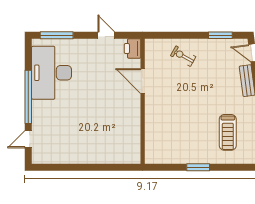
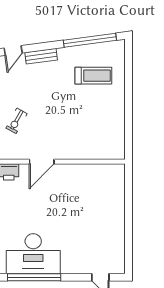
window: (28, 97) -> (34, 277), moved
window: (198, 167) -> (129, 106), removed

